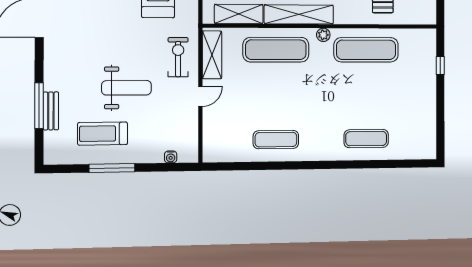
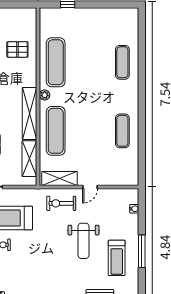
weight bench: (126, 88) -> (84, 241), turned 180
door: (200, 96) -> (90, 187), swing flipped

